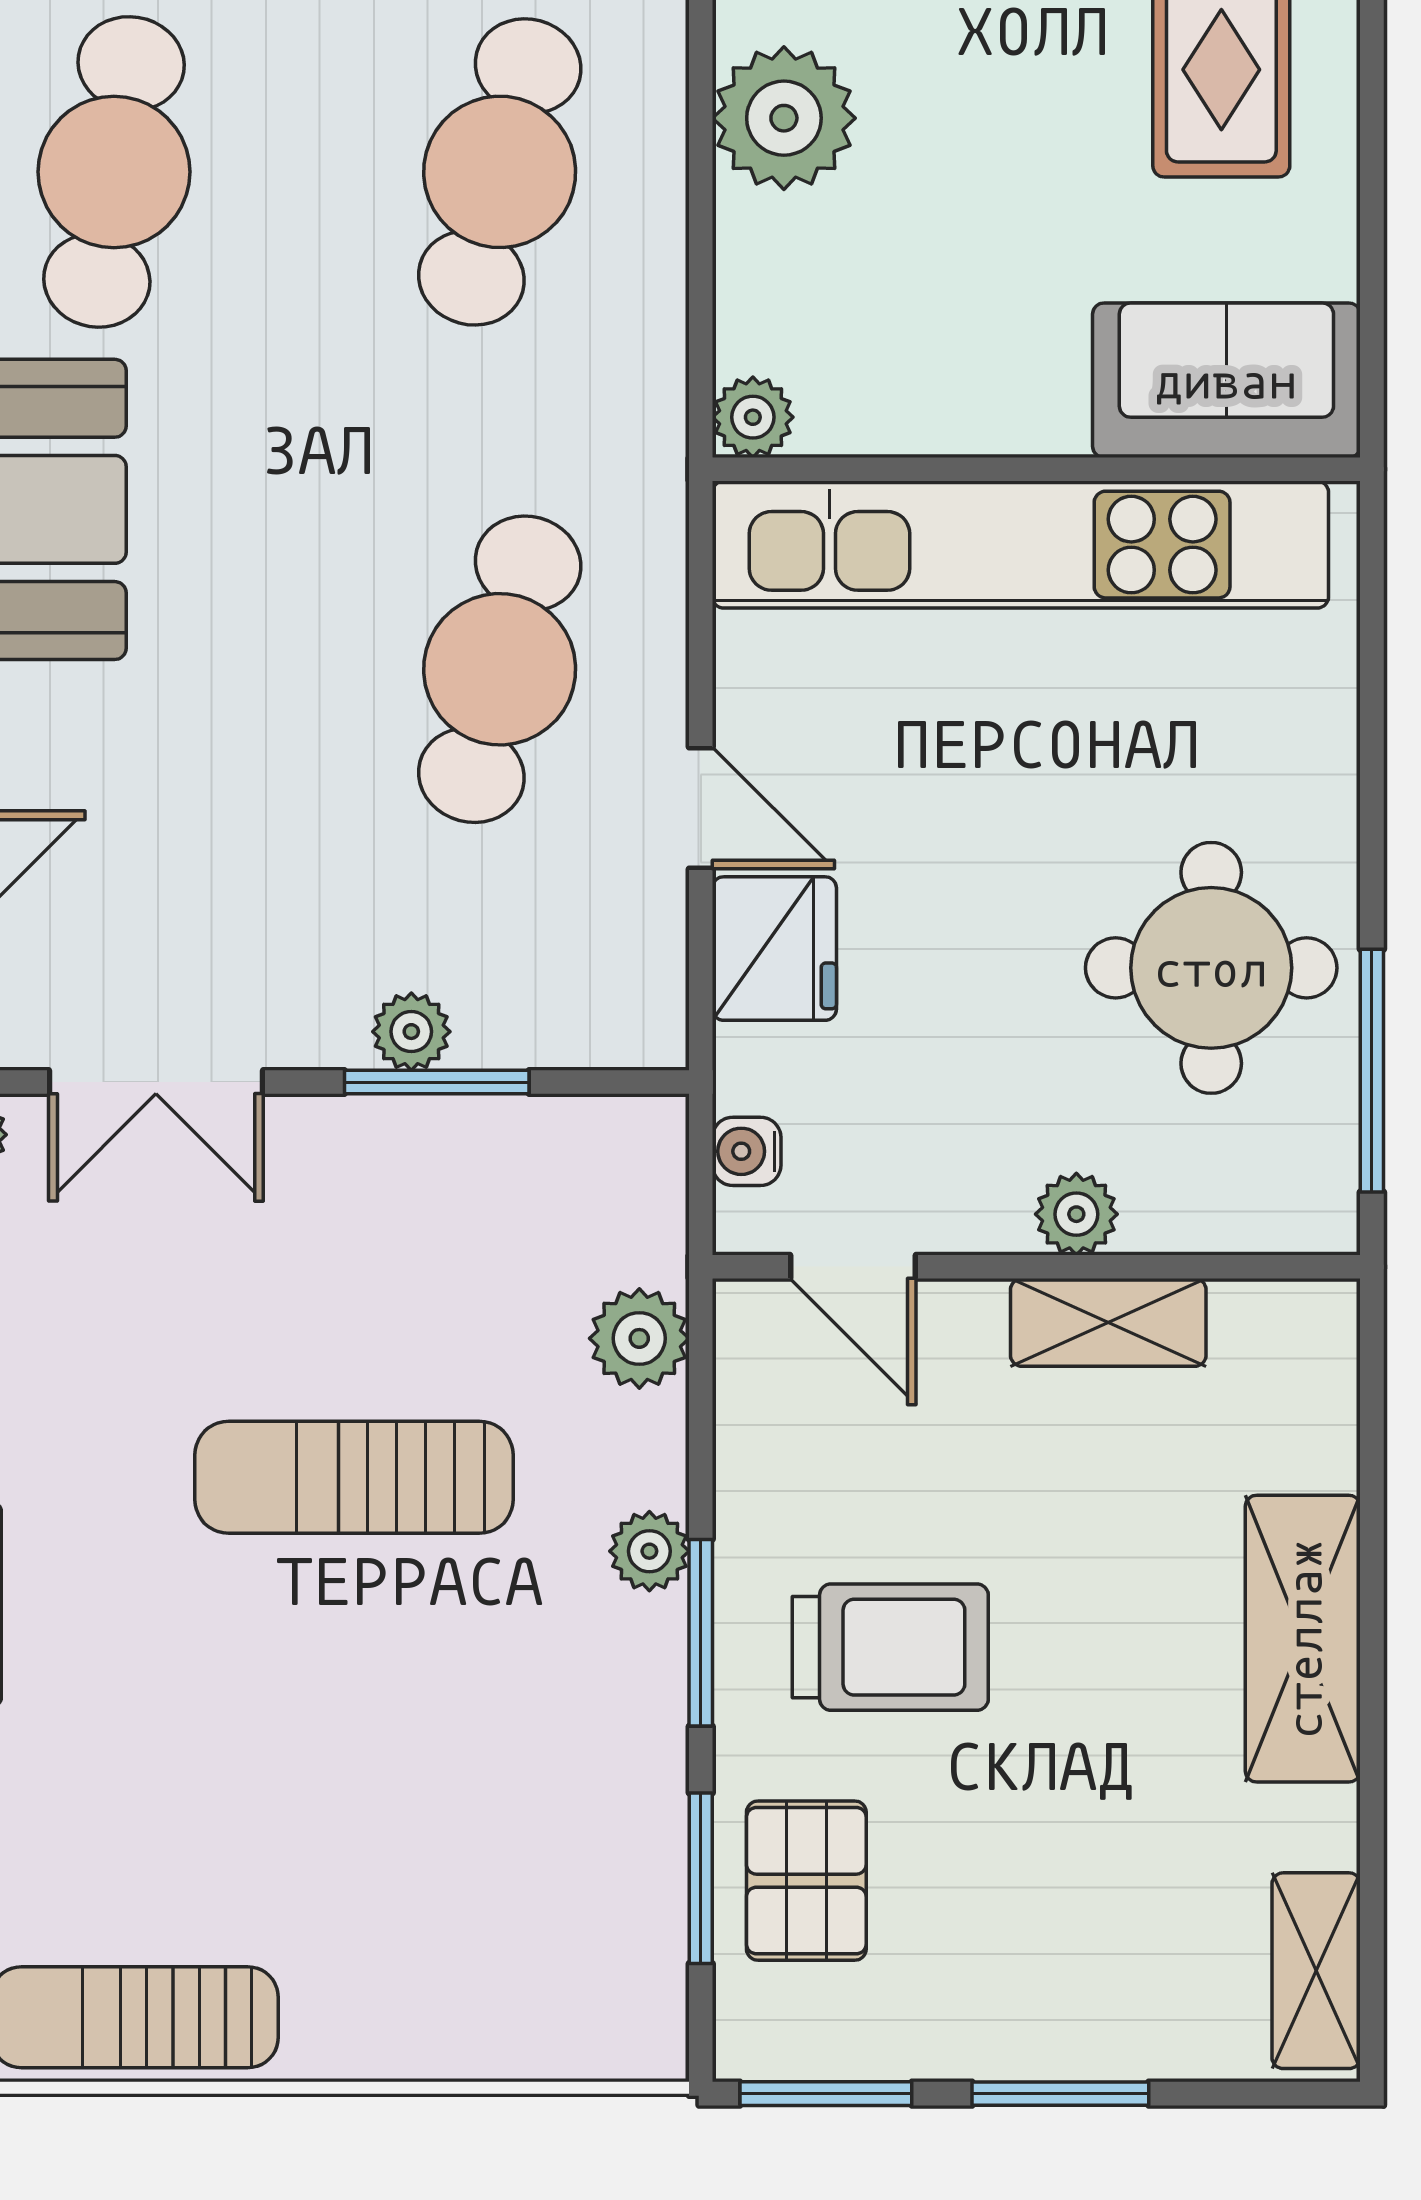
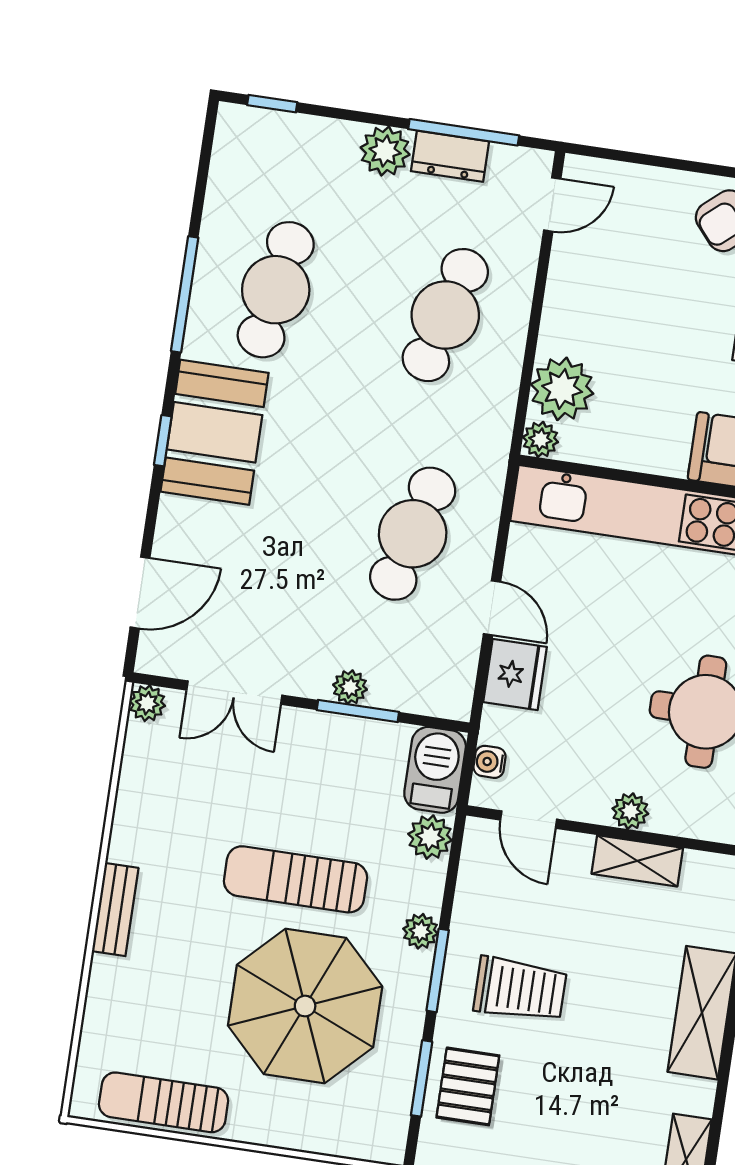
plant: (784, 118) -> (562, 389), moved
barbecue: (628, 1187) -> (435, 770), added
parasol: (417, 1756) -> (305, 1006), added

